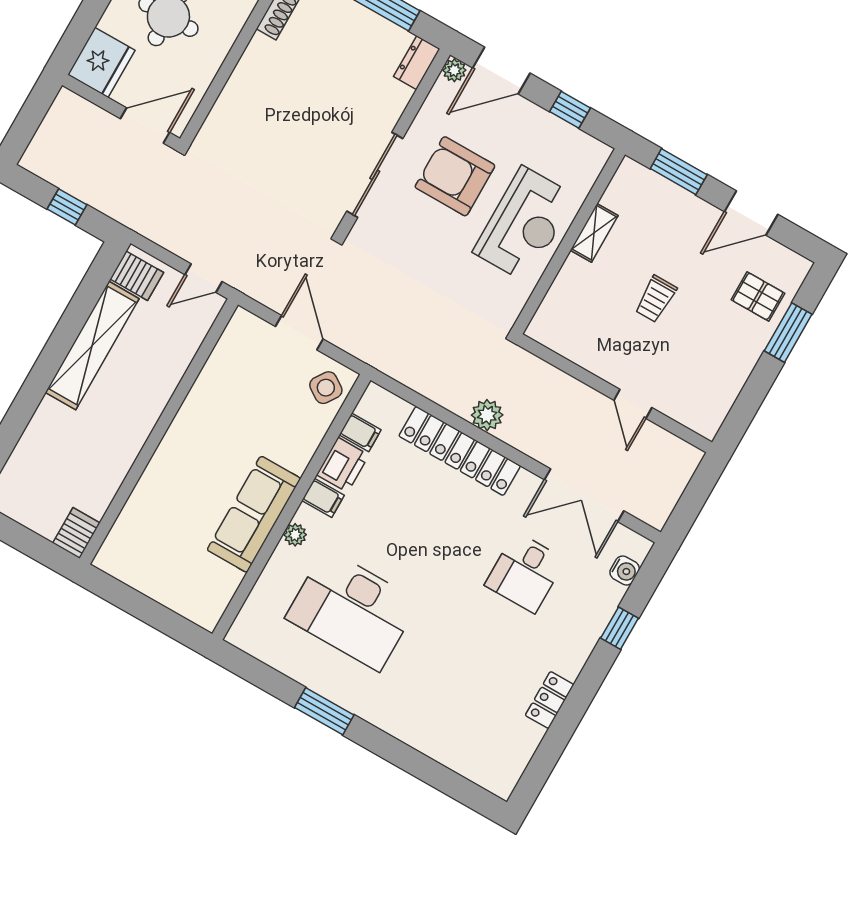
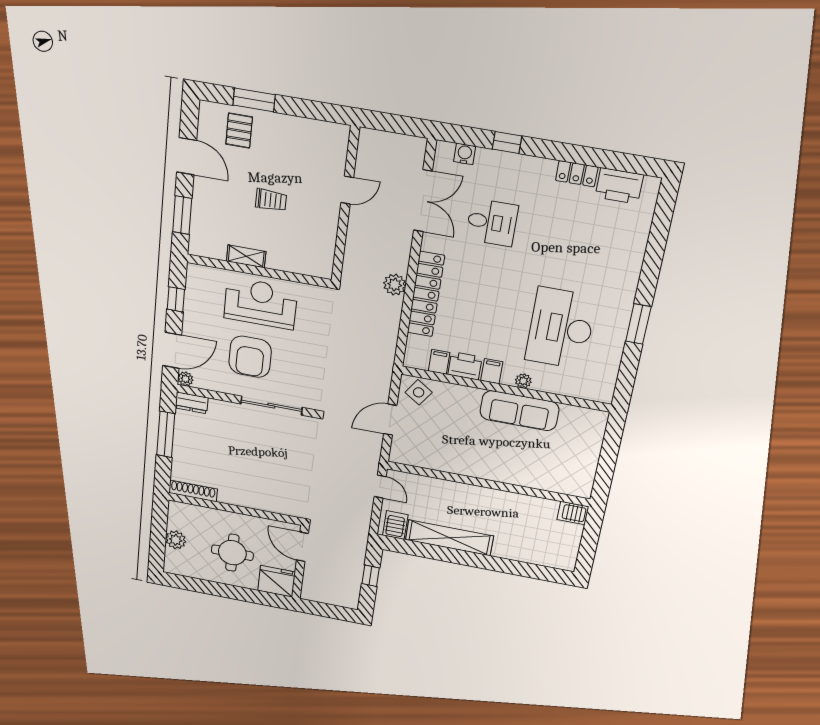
door: (501, 71) -> (172, 350), hinge flipped
desk: (352, 610) -> (561, 328), turned 180
printer: (515, 747) -> (619, 186), added

